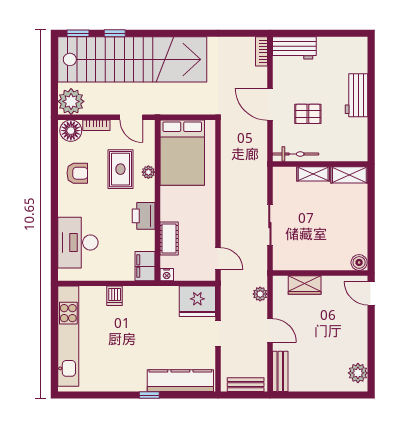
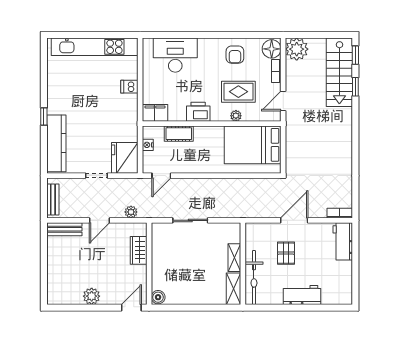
stairs: (132, 59) -> (339, 72), width x0.54, depth x0.66
bicycle: (296, 154) -> (254, 278), moved, width x1.37, depth x1.40
nightstand: (167, 275) -> (148, 145), moved
plant: (358, 373) -> (92, 296), moved

